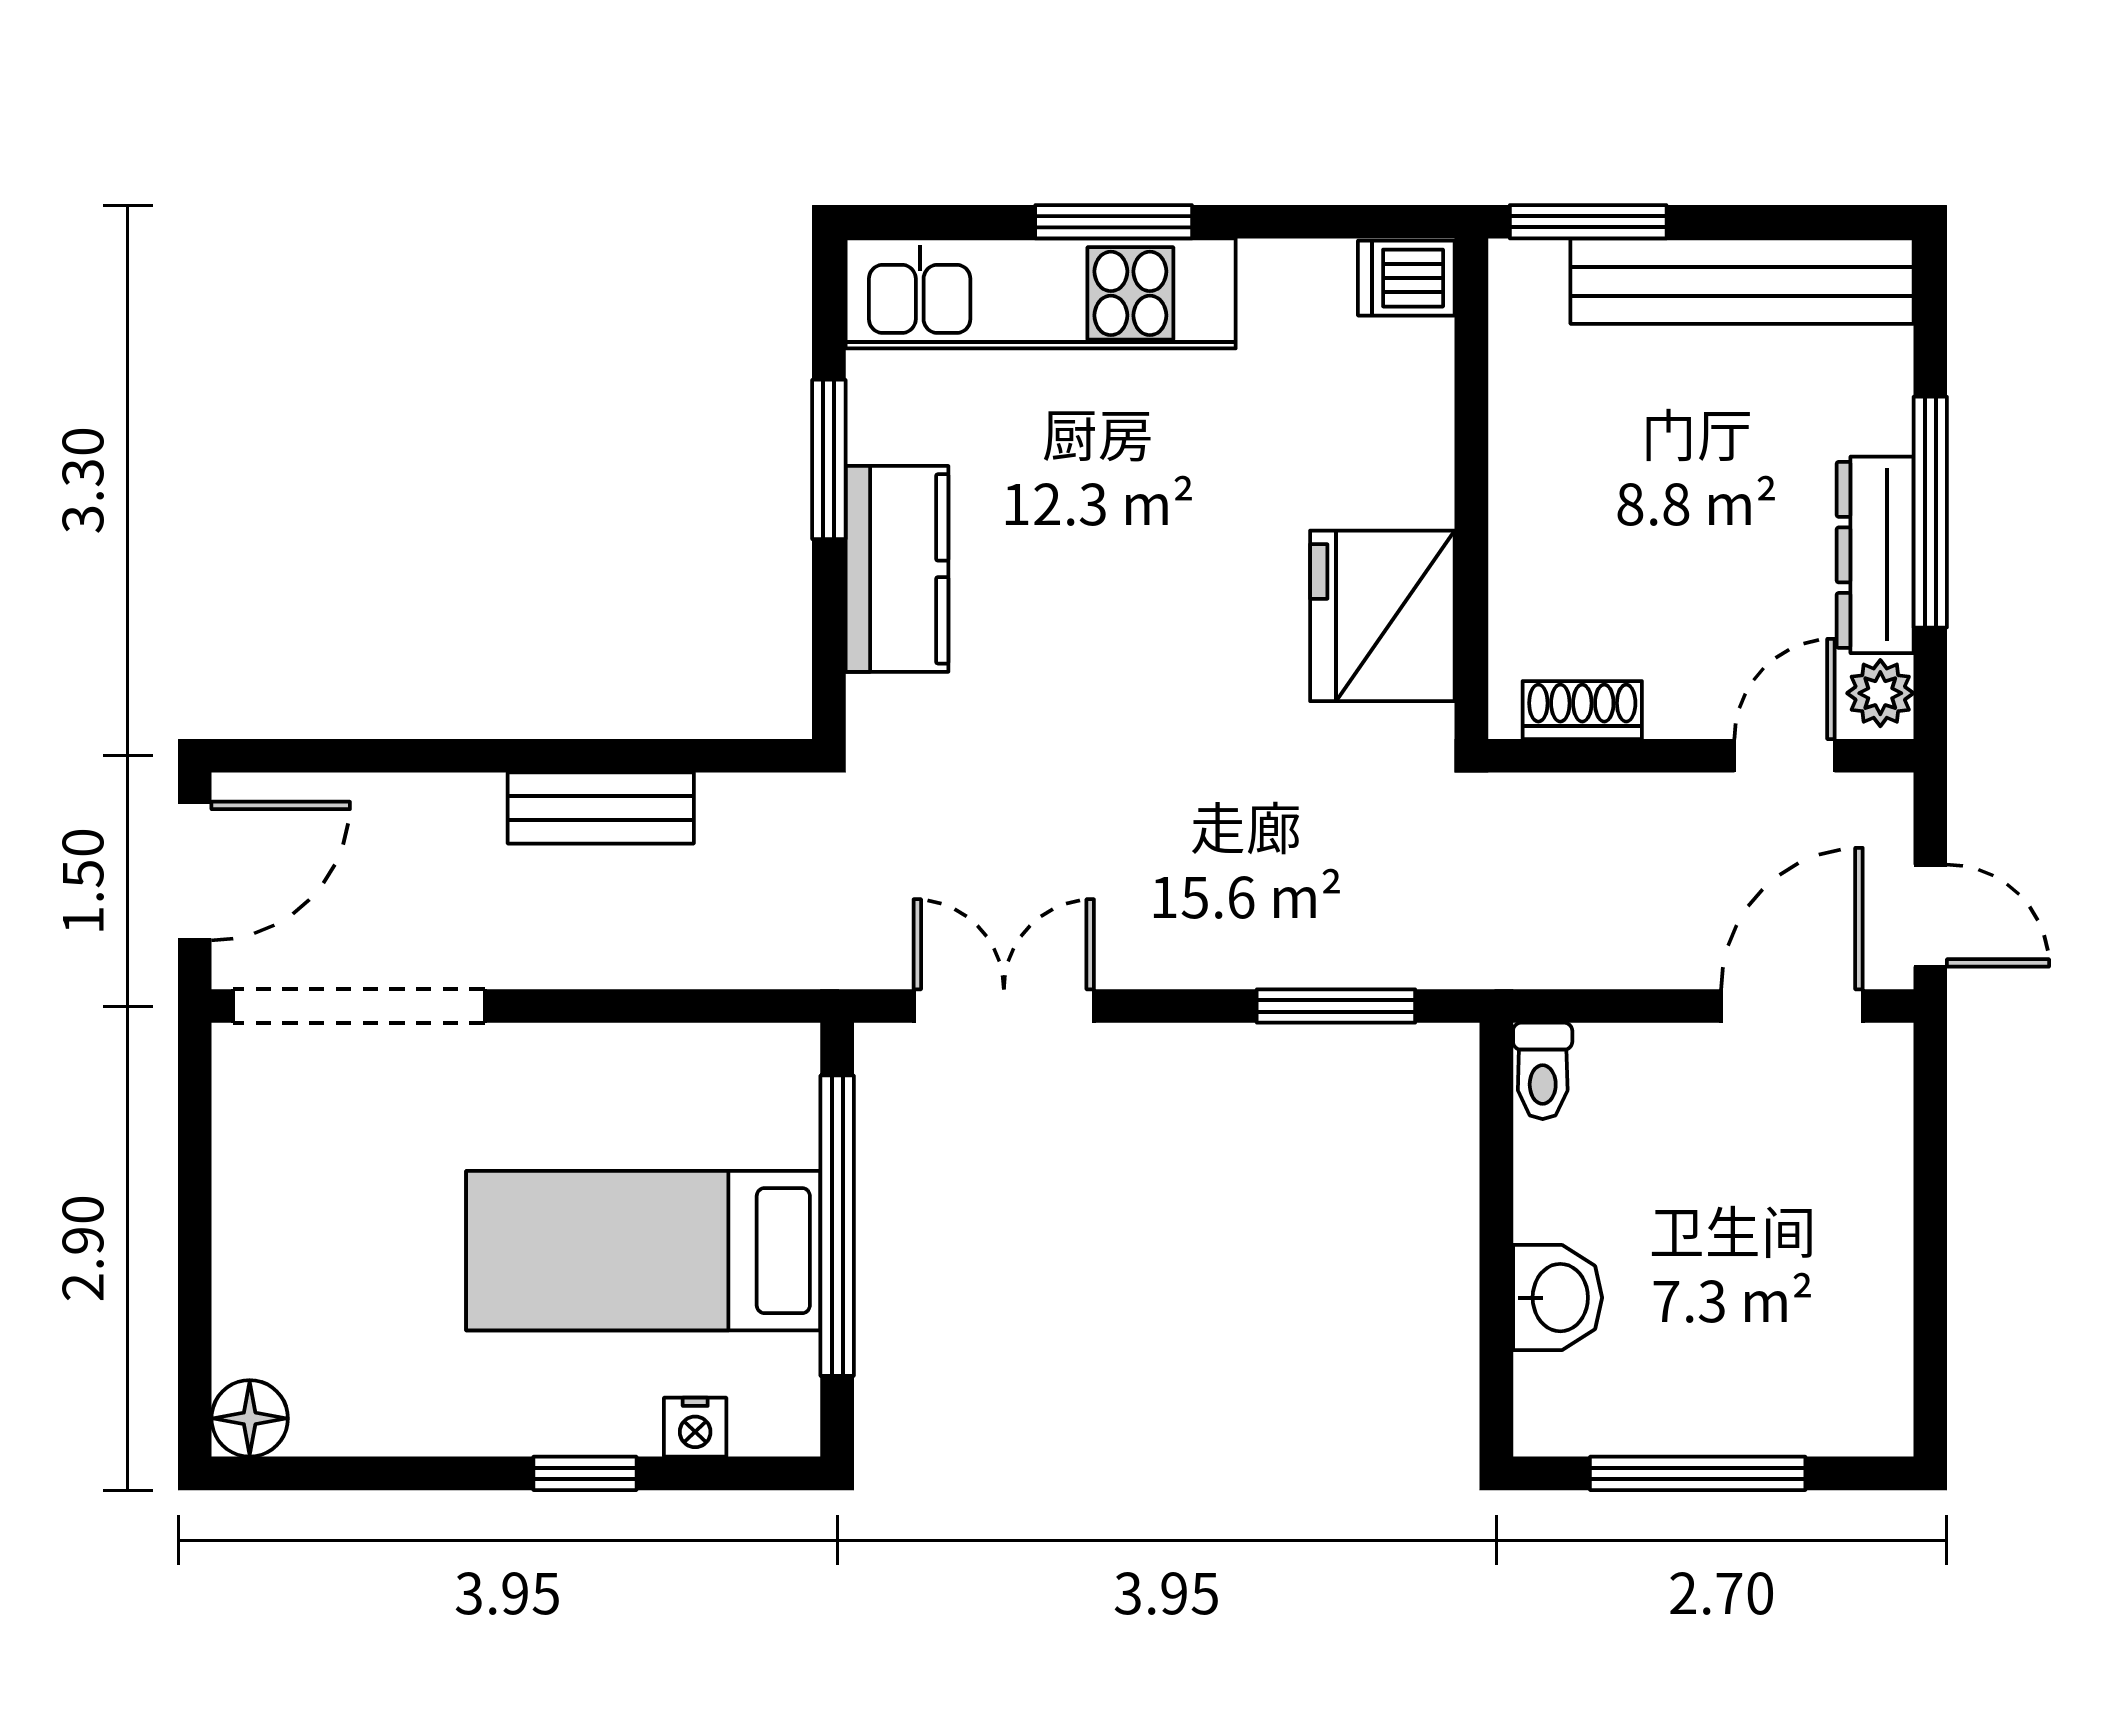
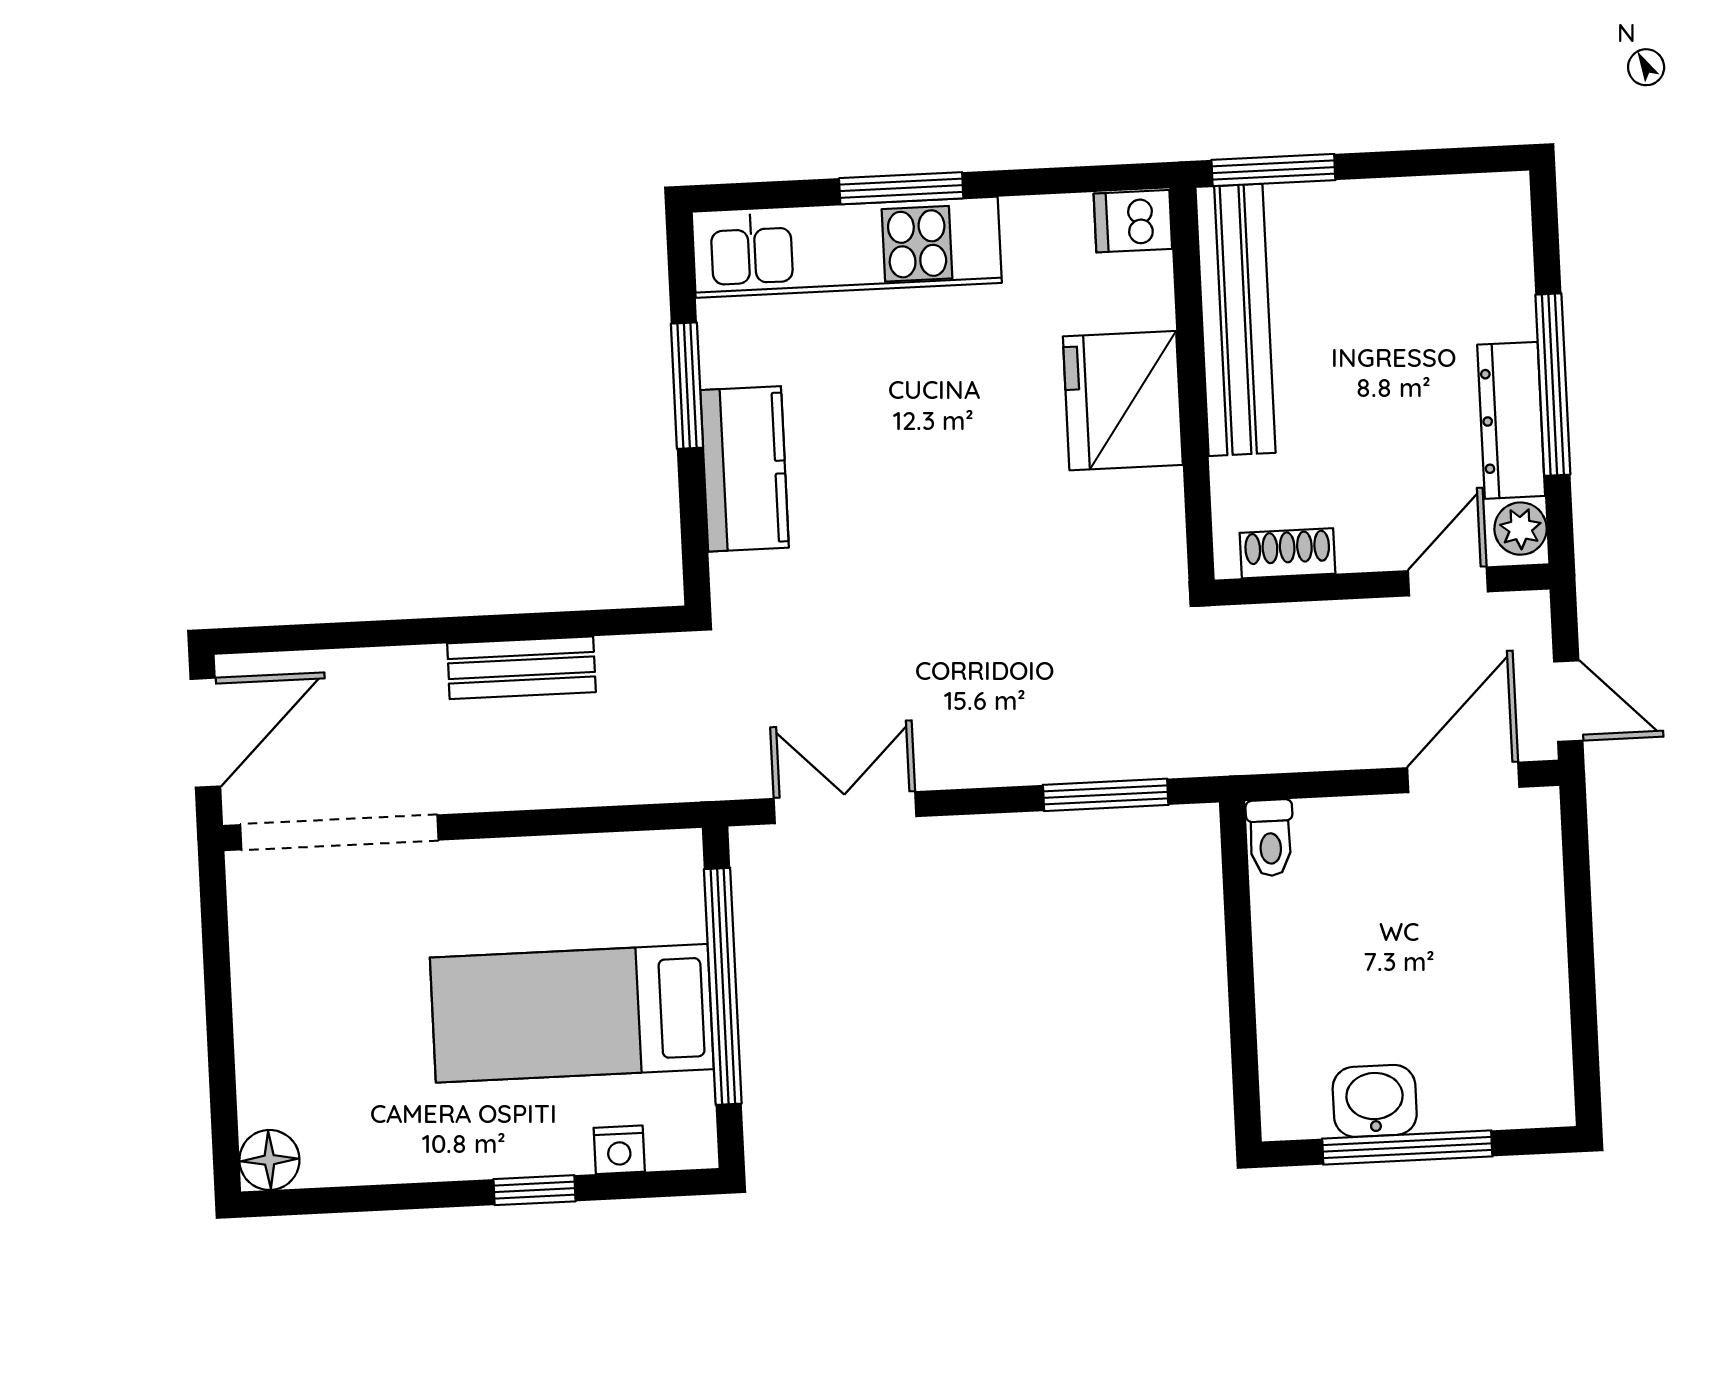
bench: (1742, 281) -> (1236, 320), moved, turned 90
fridge: (1382, 616) -> (1123, 401), moved
washbasin: (1558, 1298) -> (1375, 1101), moved, turned -90

